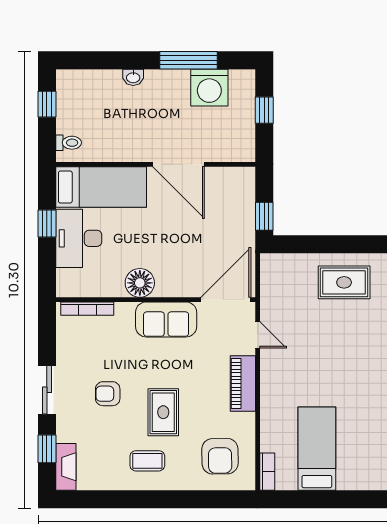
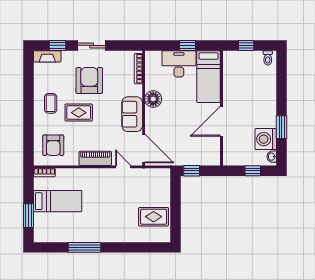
window: (189, 60) -> (282, 127), width x0.69
washbasin: (133, 77) -> (272, 157), moved
window: (47, 104) -> (246, 45), moved
toilet: (69, 143) -> (268, 58), moved
rug: (344, 282) -> (154, 217), turned 90
door: (258, 335) -> (123, 167), swing flipped
armchair: (108, 394) -> (89, 80), width x1.88, depth x1.88
armchair: (220, 456) -> (53, 145), turned -89
window: (342, 499) -> (29, 216), added

